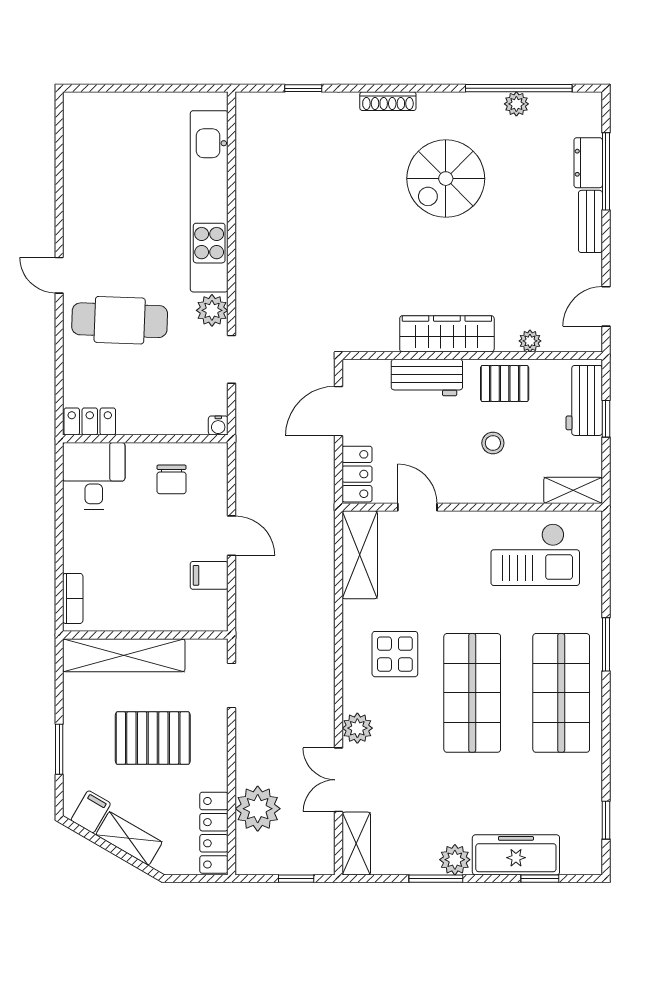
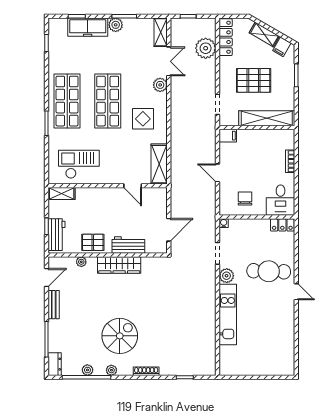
plant: (464, 103) -> (111, 370), added
dresser: (588, 163) -> (55, 364), moved
kitchen unit: (209, 201) -> (228, 314), width x0.73
bench: (590, 221) -> (54, 305), moved
stool: (493, 443) -> (98, 215), removed
locker: (357, 474) -> (160, 201), removed
filing cabinet: (209, 575) -> (228, 136), moved
bookcase: (73, 598) -> (290, 161), moved

